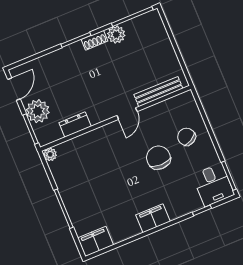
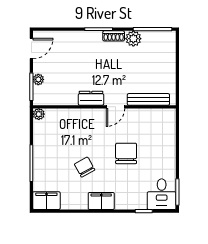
plant: (38, 111) -> (38, 79), width x0.53, depth x0.53
dresser: (75, 125) -> (91, 98), moved
chair: (187, 137) -> (85, 167), moved

